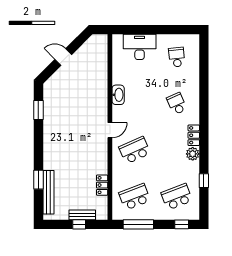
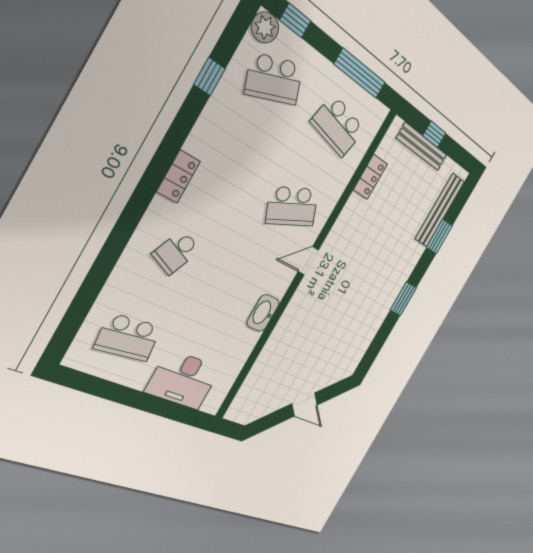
school desk: (177, 57) -> (128, 337), width x1.85
school desk: (177, 104) -> (176, 252), turned 48
window: (38, 110) -> (403, 299), moved
plant: (193, 154) -> (265, 27), moved
school desk: (135, 197) -> (338, 126), turned 33
bench: (82, 215) -> (422, 147), width x1.36

